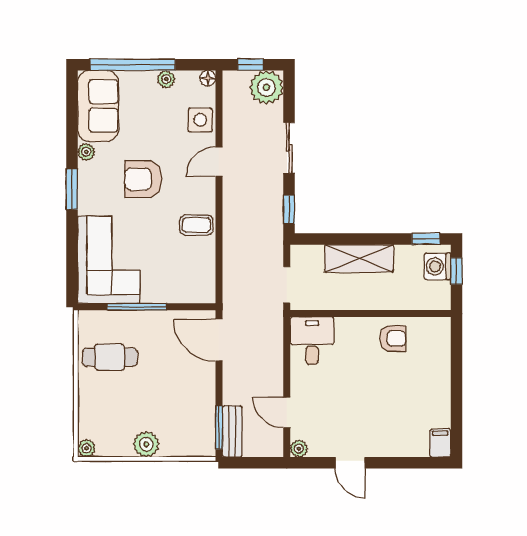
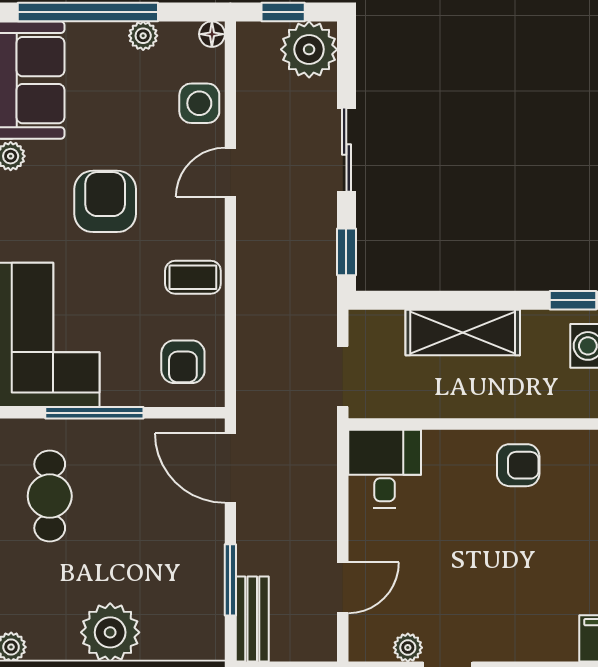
armchair: (143, 179) -> (105, 201), turned 90
armchair: (190, 276) -> (183, 362), added
cafe table: (110, 357) -> (50, 496), turned 90
door: (287, 413) -> (343, 588), swing flipped
window: (219, 428) -> (230, 580), moved
plant: (146, 444) -> (110, 632), width x1.36, depth x1.36
plant: (299, 449) -> (408, 648), moved

